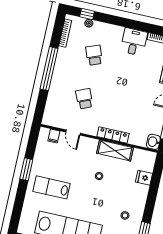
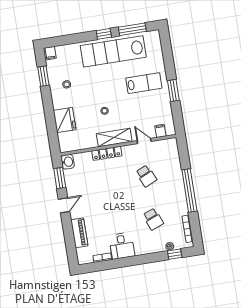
shelving: (115, 150) -> (114, 138), moved
fridge: (144, 178) -> (65, 120), width x1.88, depth x1.34

